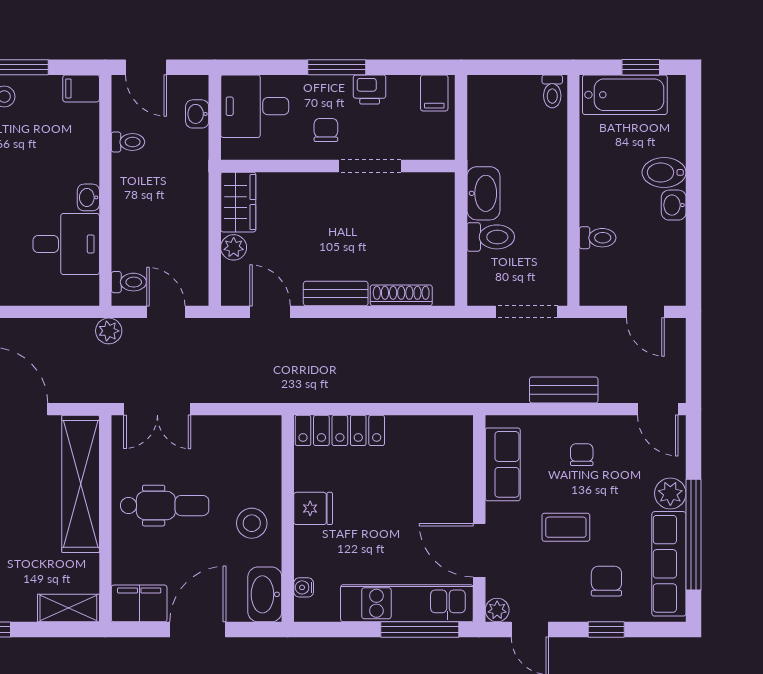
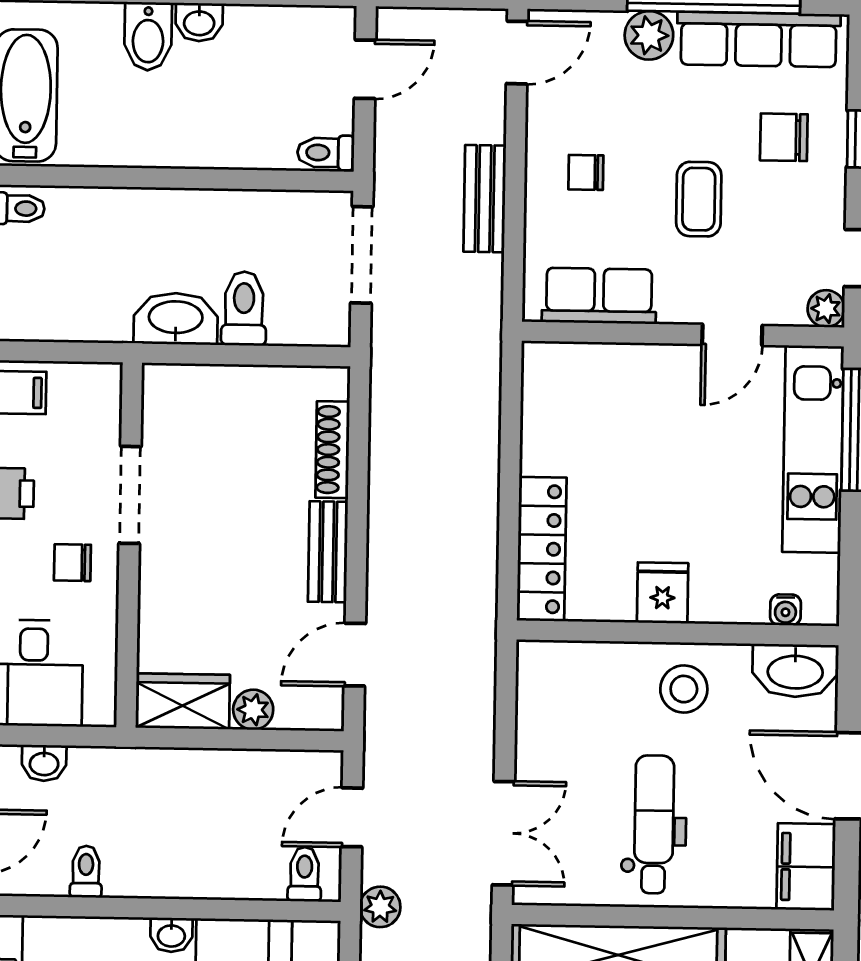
toilet: (598, 238) -> (326, 153), moved, turned -90
door: (479, 550) -> (732, 335), width x0.73

